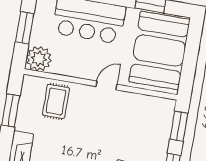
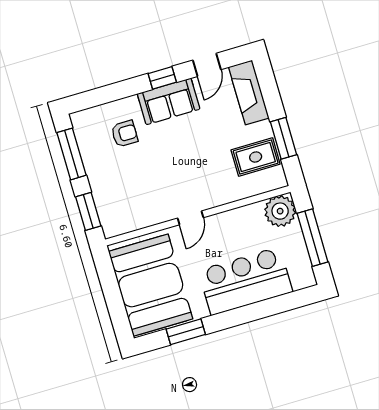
window: (25, 28) -> (313, 238), width x1.44
rug: (56, 101) -> (256, 157), moved, turned 90

